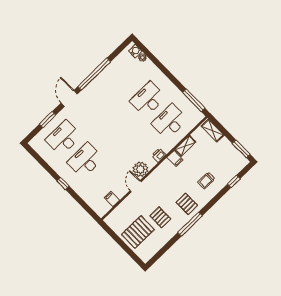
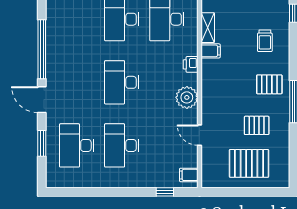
desk: (117, 130) -> (122, 82), added
window: (63, 183) -> (165, 192), moved
door: (136, 186) -> (199, 135), moved
filing cabinet: (112, 199) -> (189, 175), moved
pallet: (138, 232) -> (249, 163), turned 90

